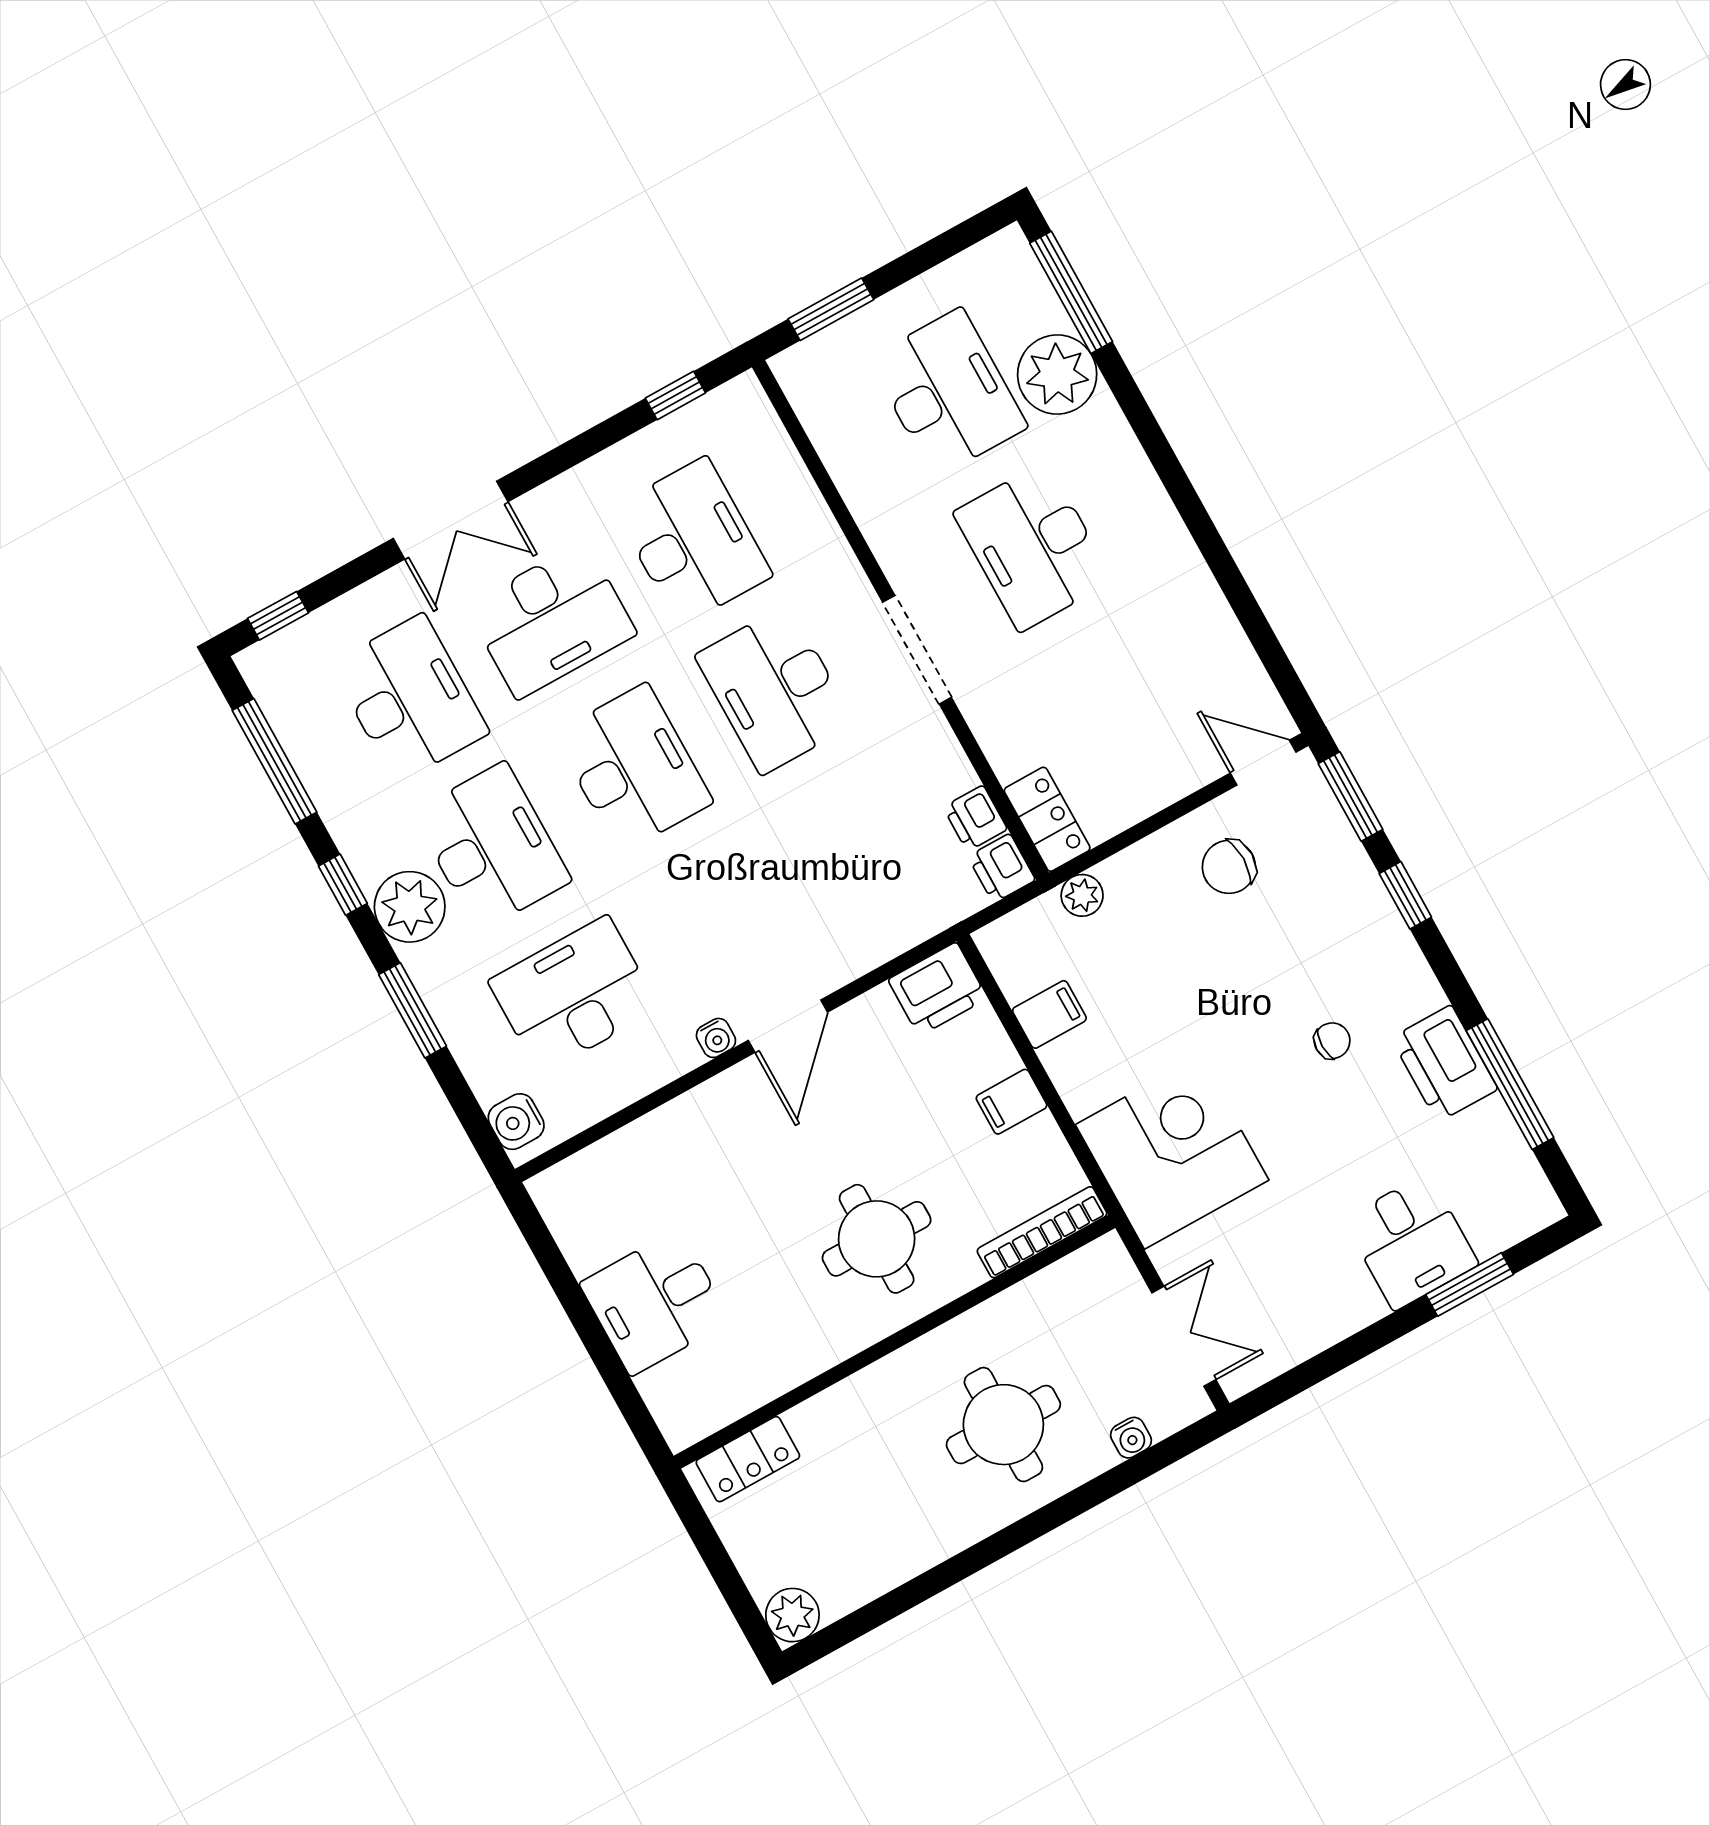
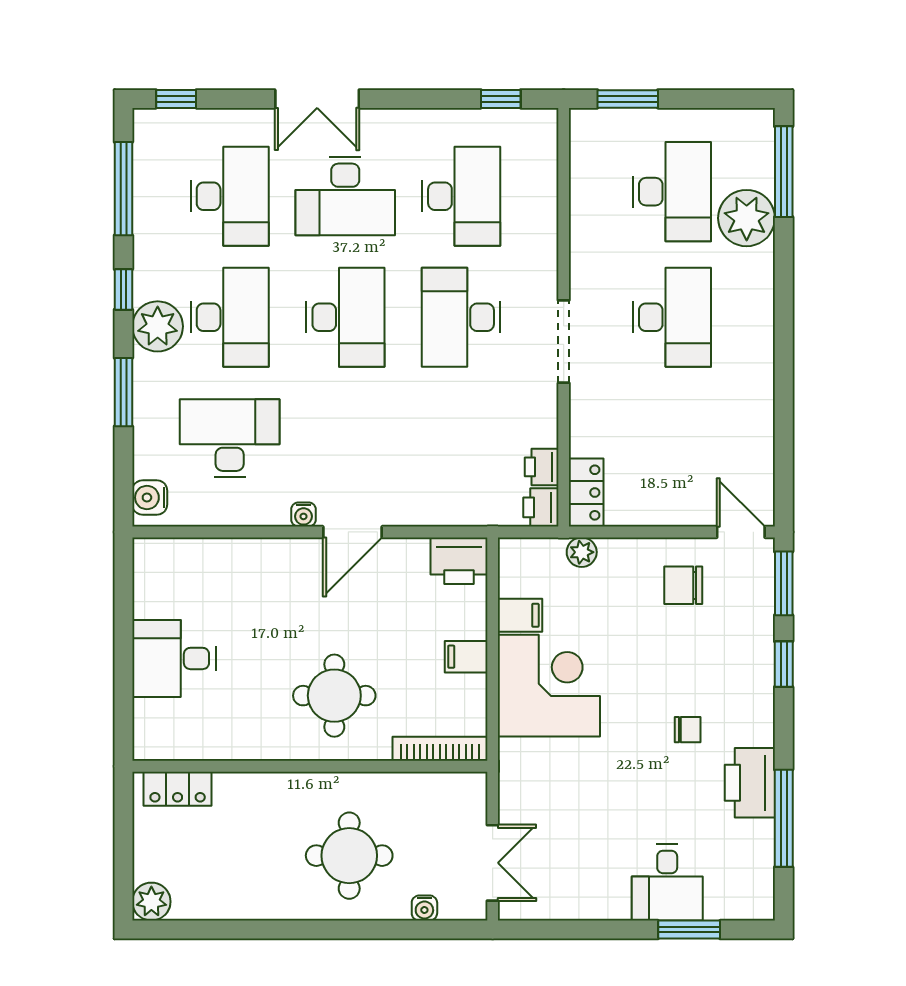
desk: (1033, 547) -> (672, 317), turned 180
corner desk: (1172, 1152) -> (549, 686), moved

